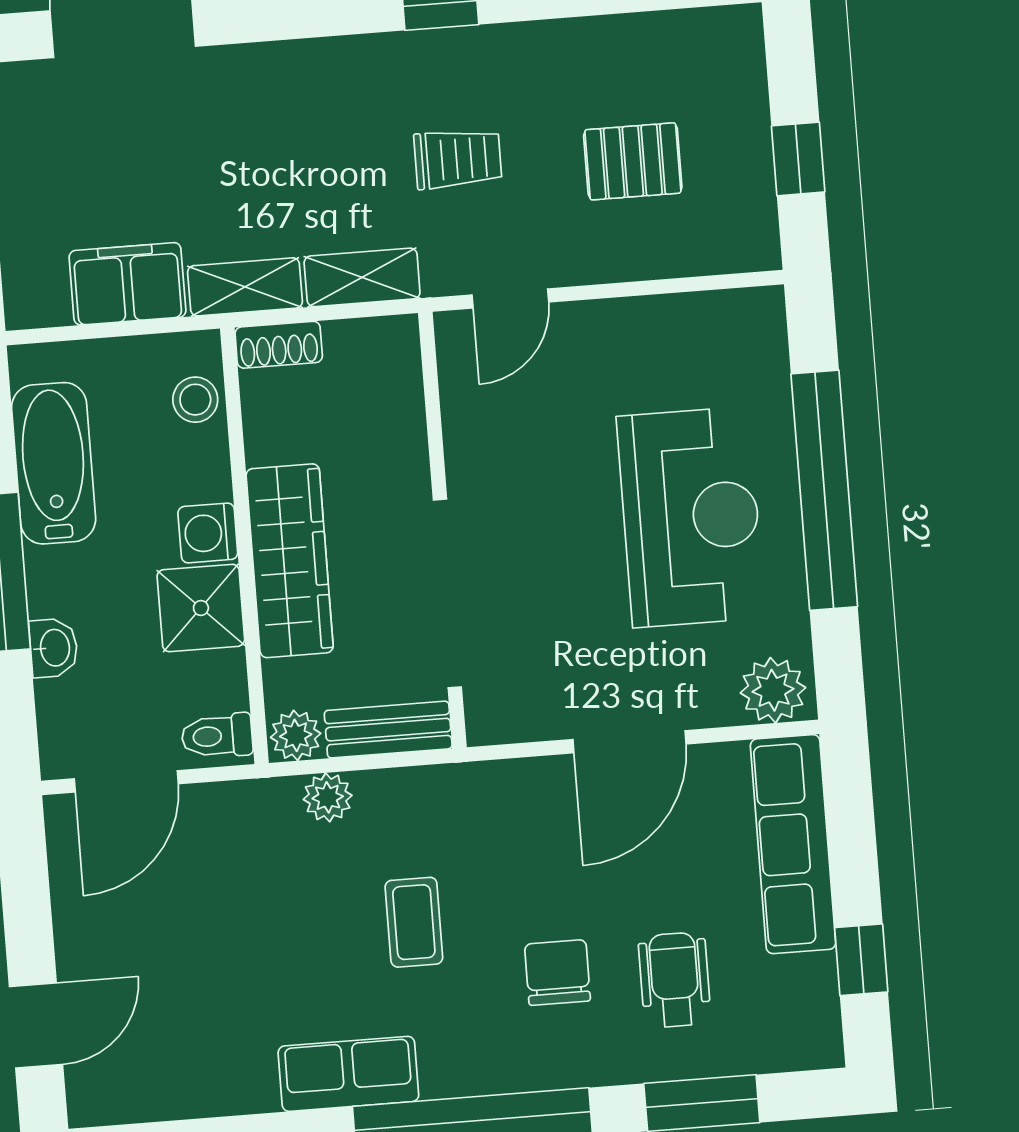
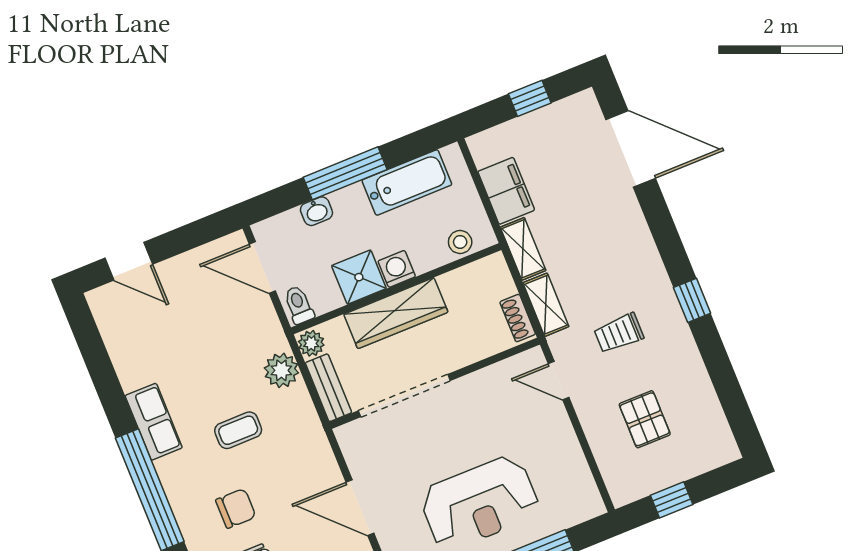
trolley: (458, 159) -> (619, 333), turned 90
shoe rack: (279, 345) -> (518, 318), moved
plant: (328, 797) -> (281, 370), width x1.38, depth x1.38

